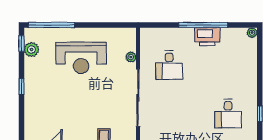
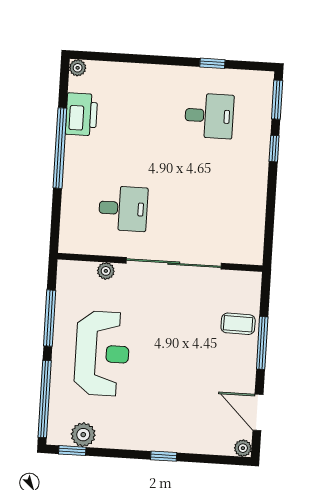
window: (100, 25) -> (50, 318), added
printer: (207, 37) -> (81, 114), moved
window: (21, 87) -> (164, 456), moved

